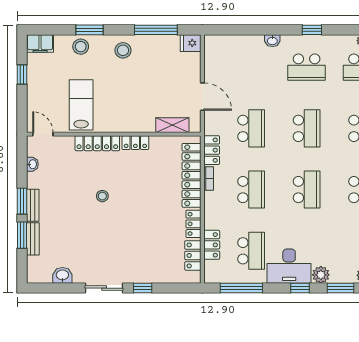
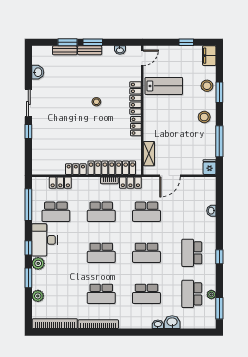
washbasin: (272, 41) -> (211, 211), moved
locker: (193, 255) -> (52, 169), removed

